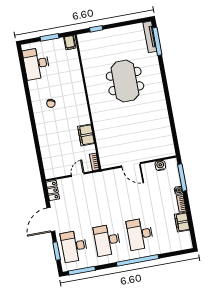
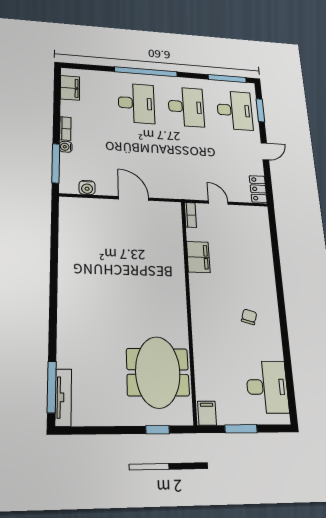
meeting table: (125, 81) -> (158, 372), moved
door: (78, 175) -> (218, 203), swing flipped
door: (51, 220) -> (265, 151), width x0.53
filing cabinet: (182, 222) -> (70, 88), moved

